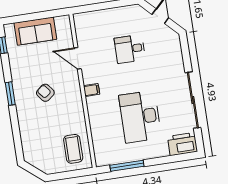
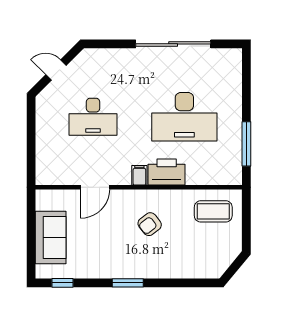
desk: (130, 49) -> (93, 117), width x1.37
armchair: (45, 93) -> (150, 224), moved
printer: (182, 144) -> (167, 172), moved, turned 90

